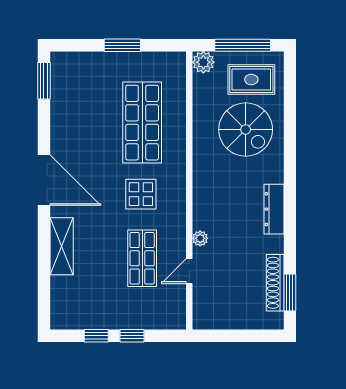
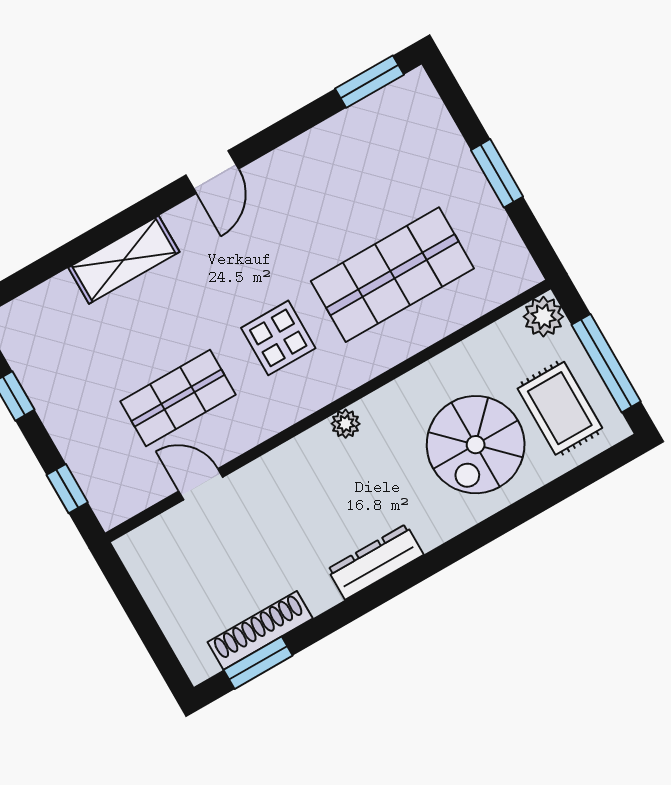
door: (44, 180) -> (212, 172), width x0.53
plant: (200, 238) -> (346, 424), moved
window: (132, 336) -> (67, 489), moved

